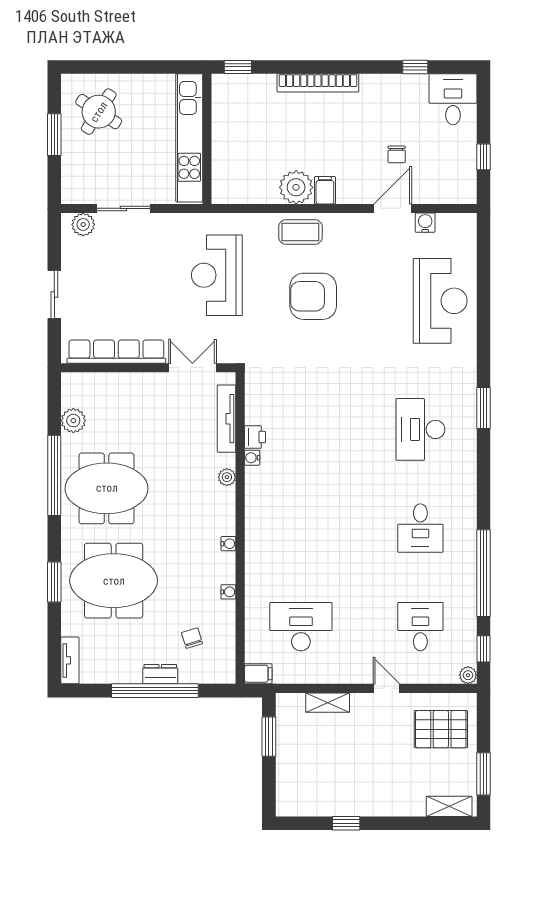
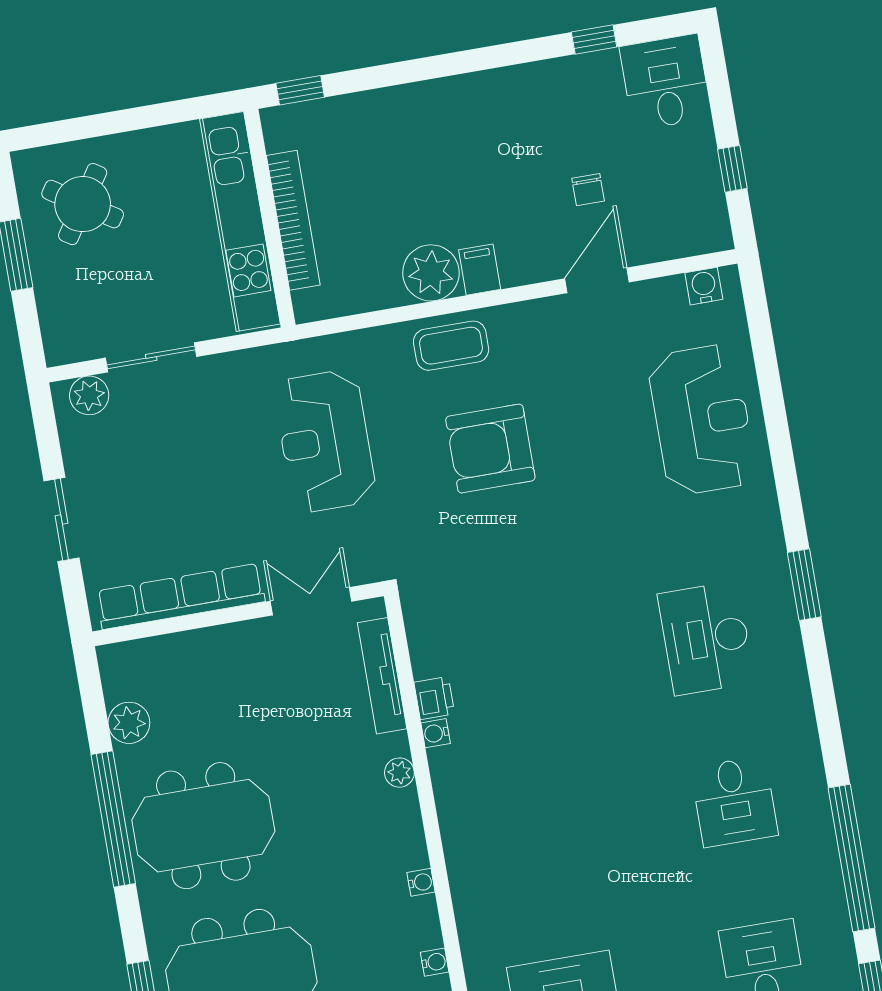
bookcase: (318, 83) -> (293, 220), moved, turned -90
water cooler: (425, 223) -> (704, 286), moved

